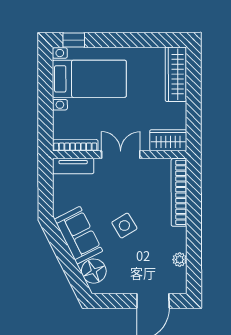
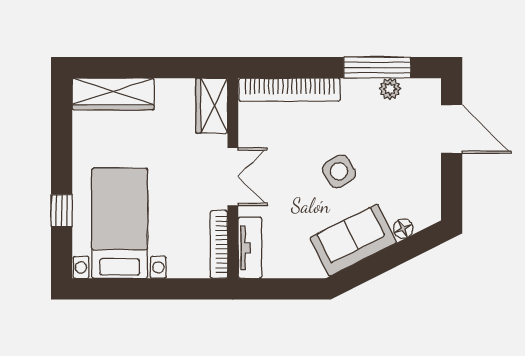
window: (74, 40) -> (62, 211), moved
double door: (121, 155) -> (233, 177), swing flipped
window: (194, 251) -> (377, 68), added
floor lamp: (94, 271) -> (403, 229), width x0.53, depth x0.53

